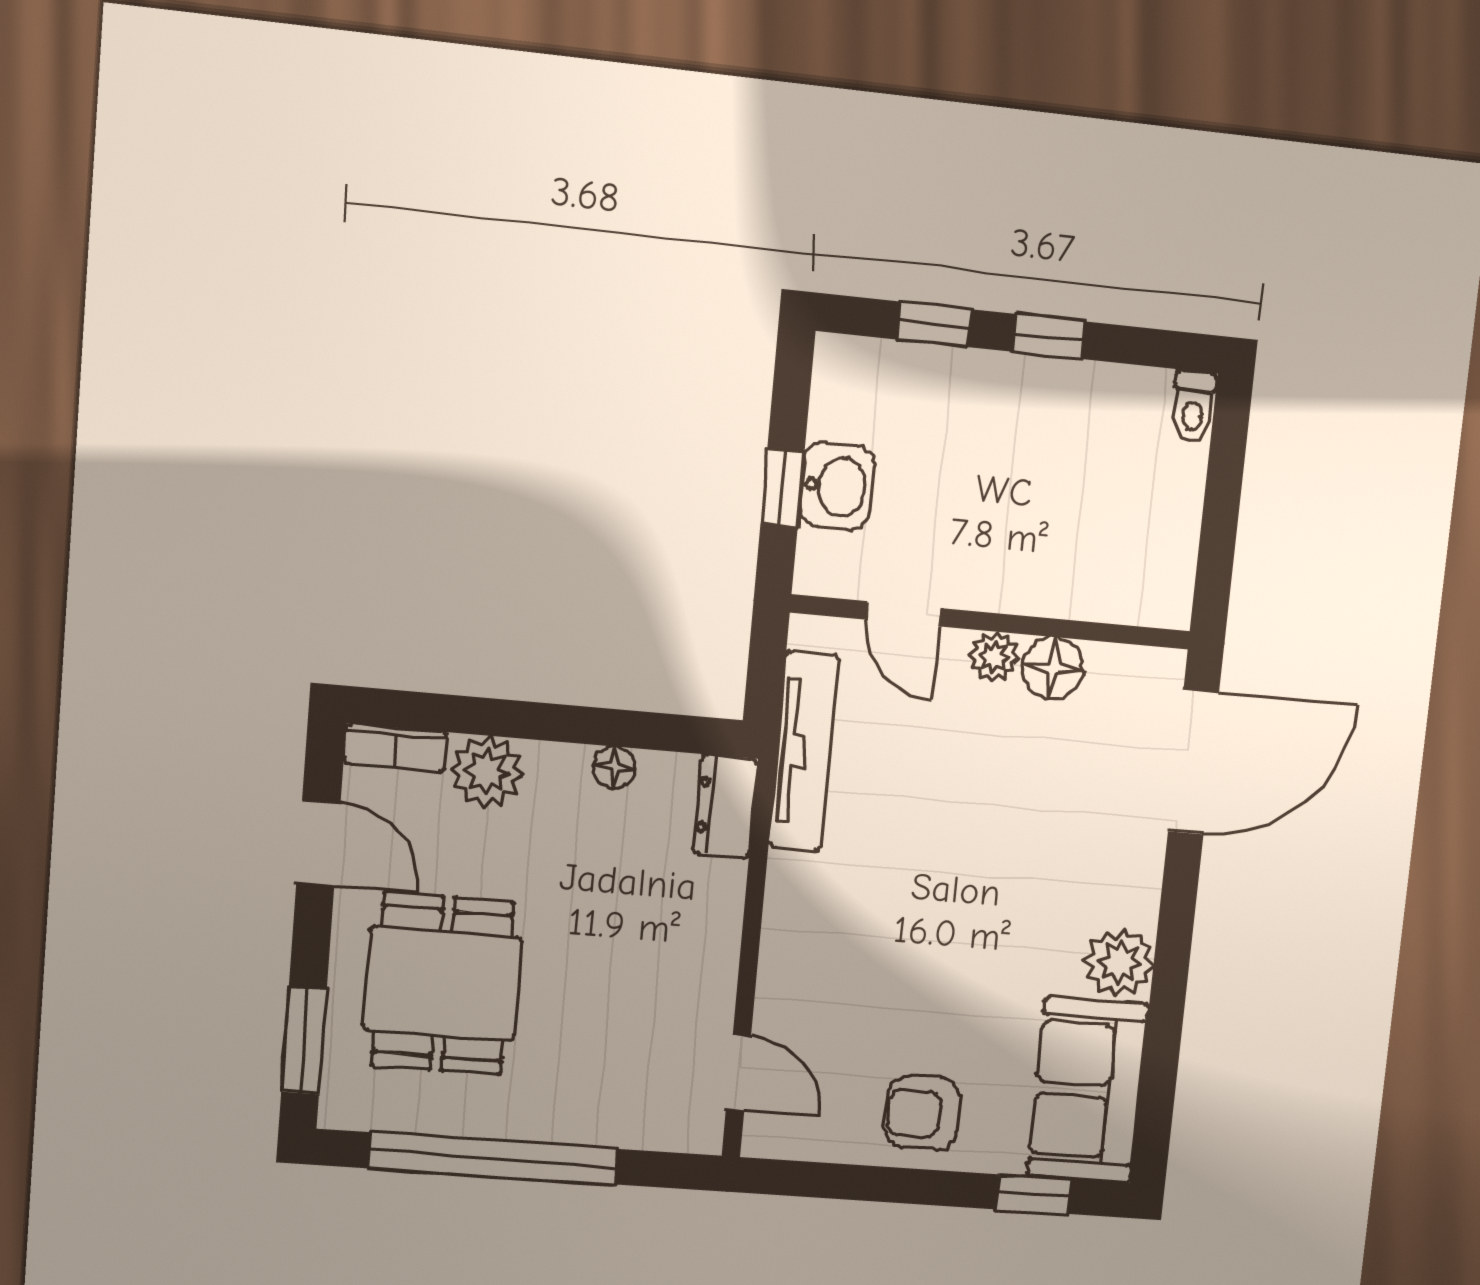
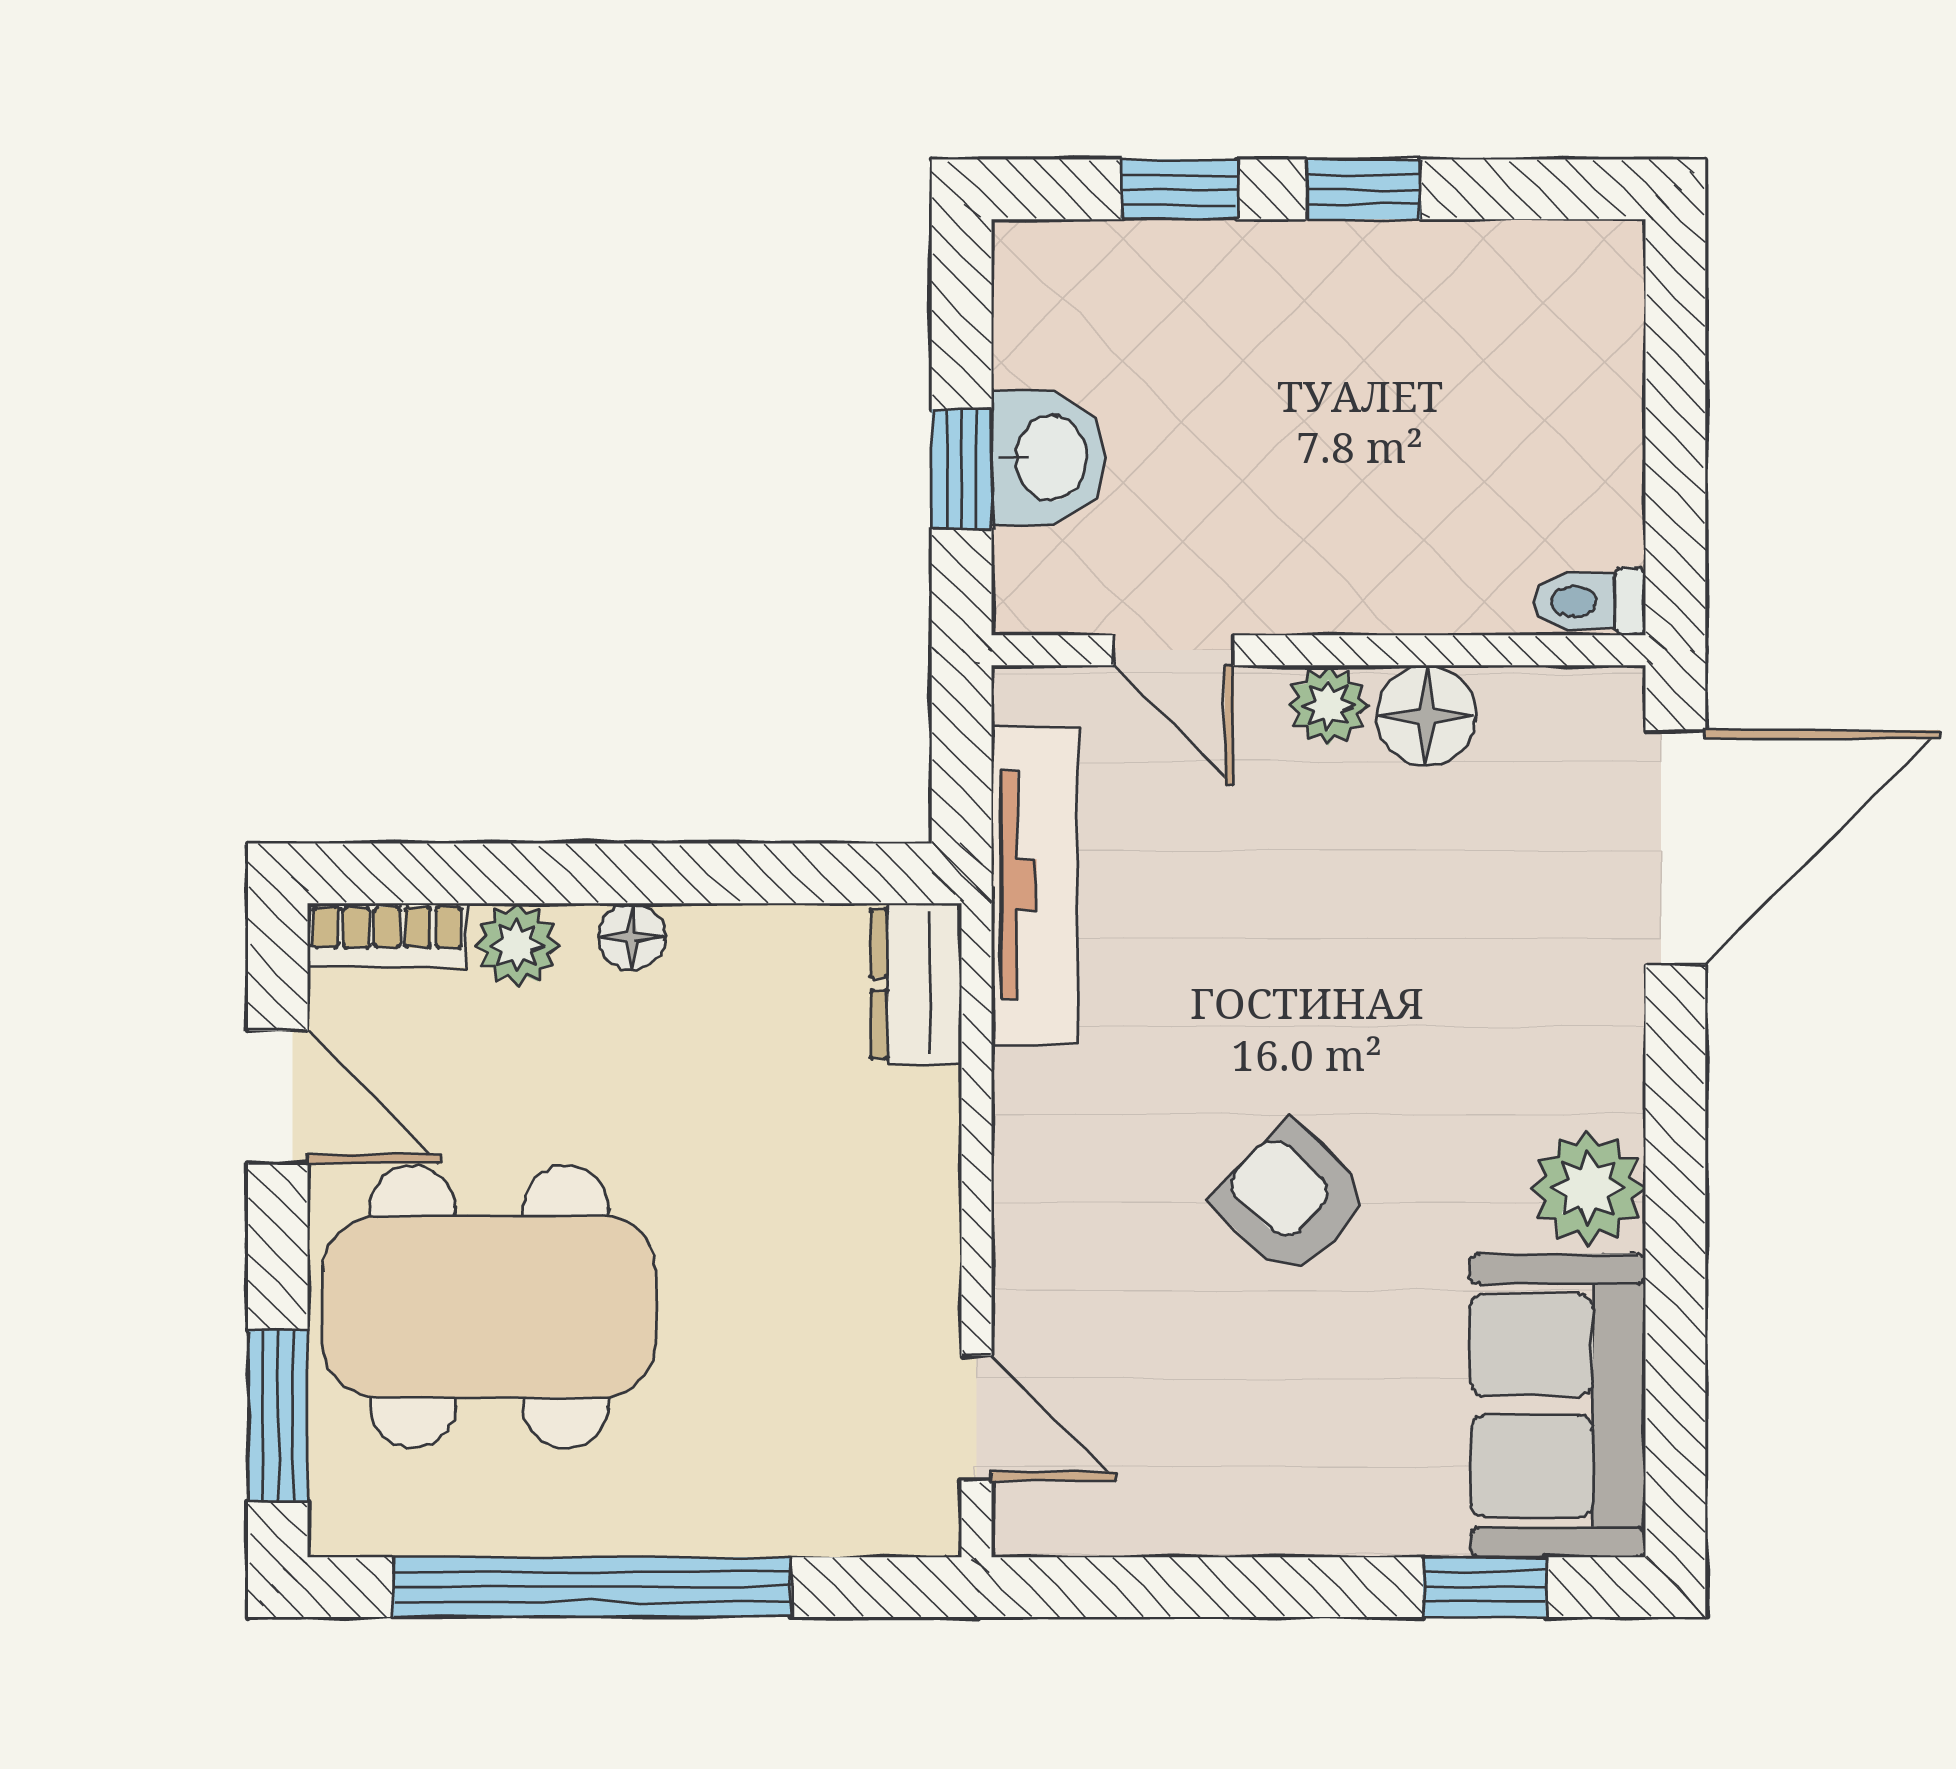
toilet: (1193, 406) -> (1590, 601), moved, turned 90
floor lamp: (614, 767) -> (632, 937), moved
plant: (487, 772) -> (517, 945), width x0.73, depth x0.73
dining table: (443, 984) -> (489, 1307), width x1.38
armchair: (922, 1113) -> (1292, 1200), moved, turned 44

